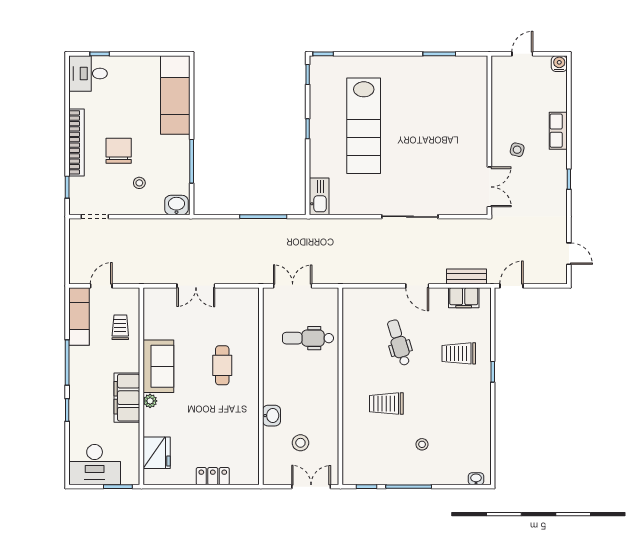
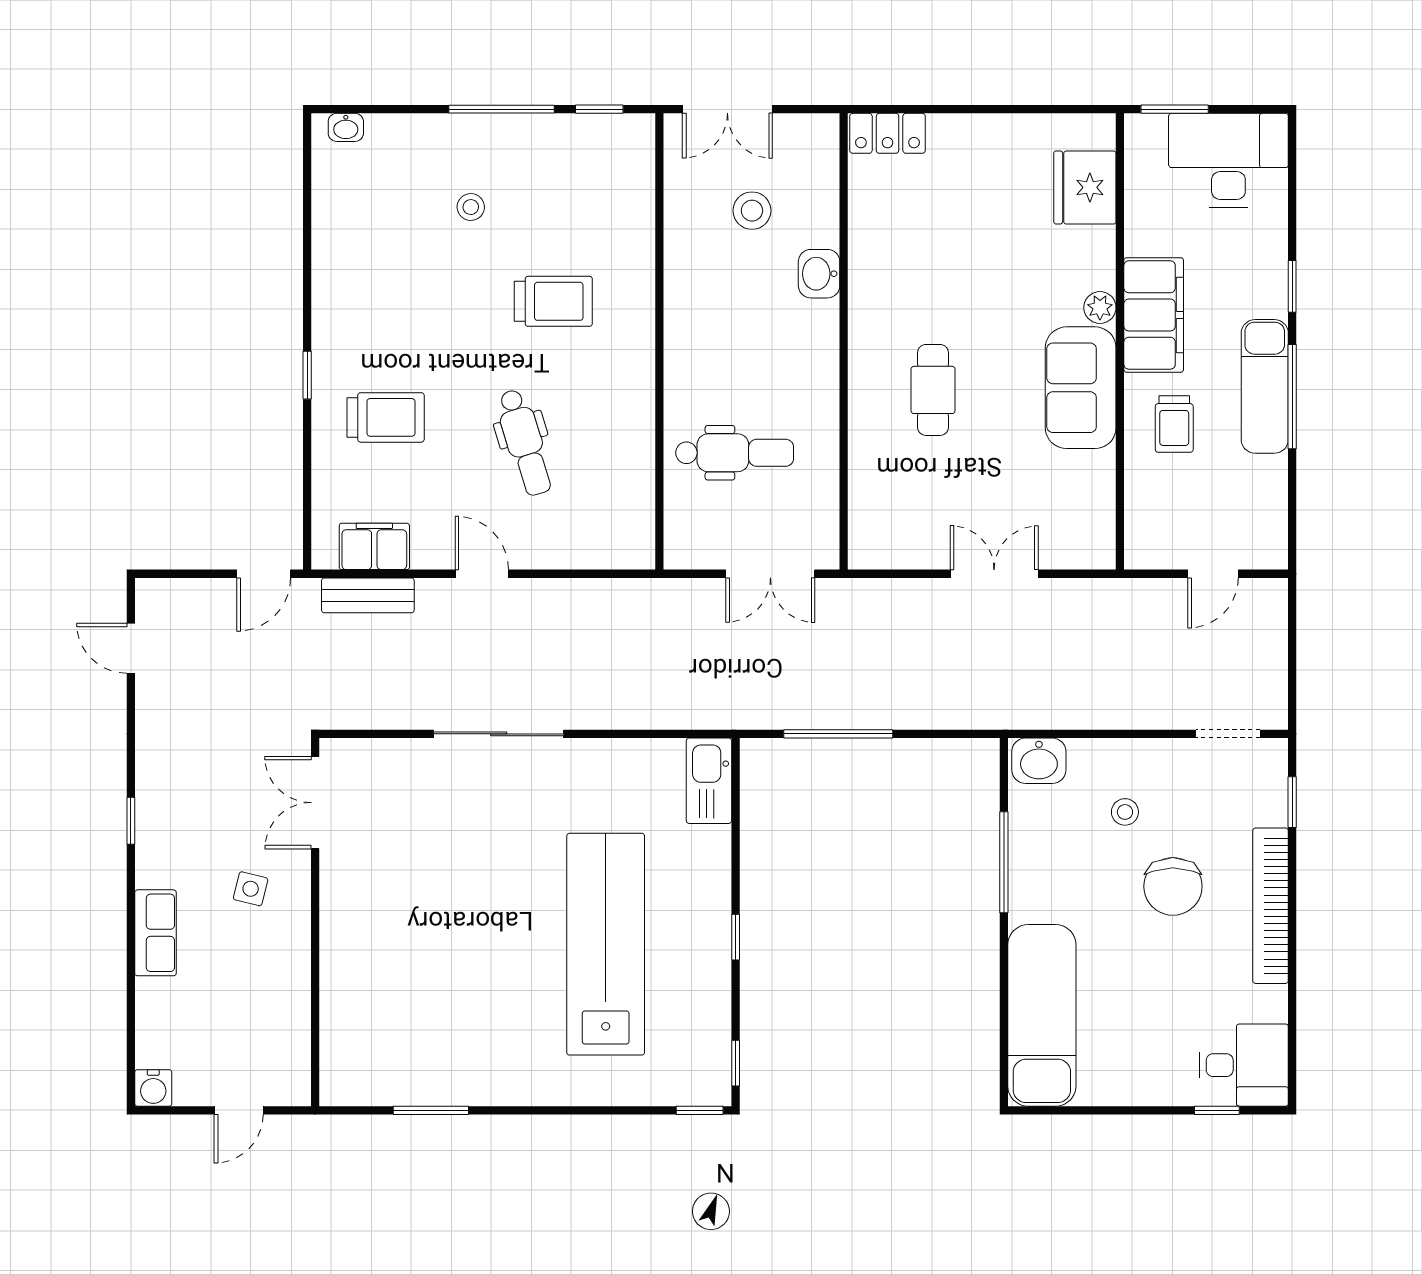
exam couch: (79, 317) -> (1265, 386), moved
trolley: (120, 327) -> (1174, 424), moved
locker: (213, 476) -> (887, 133), moved

